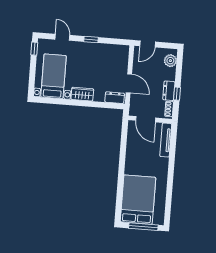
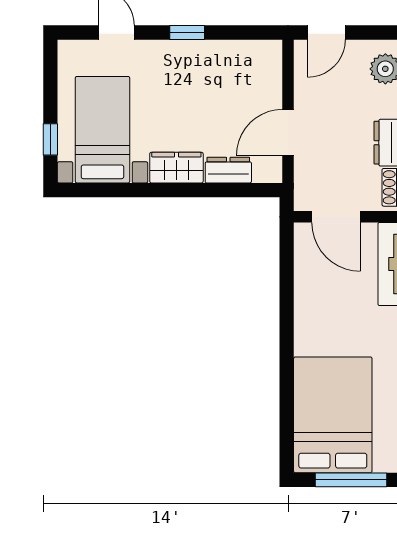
window: (34, 49) -> (50, 139), moved
door: (129, 83) -> (288, 133), swing flipped
dresser: (115, 98) -> (228, 170), moved

